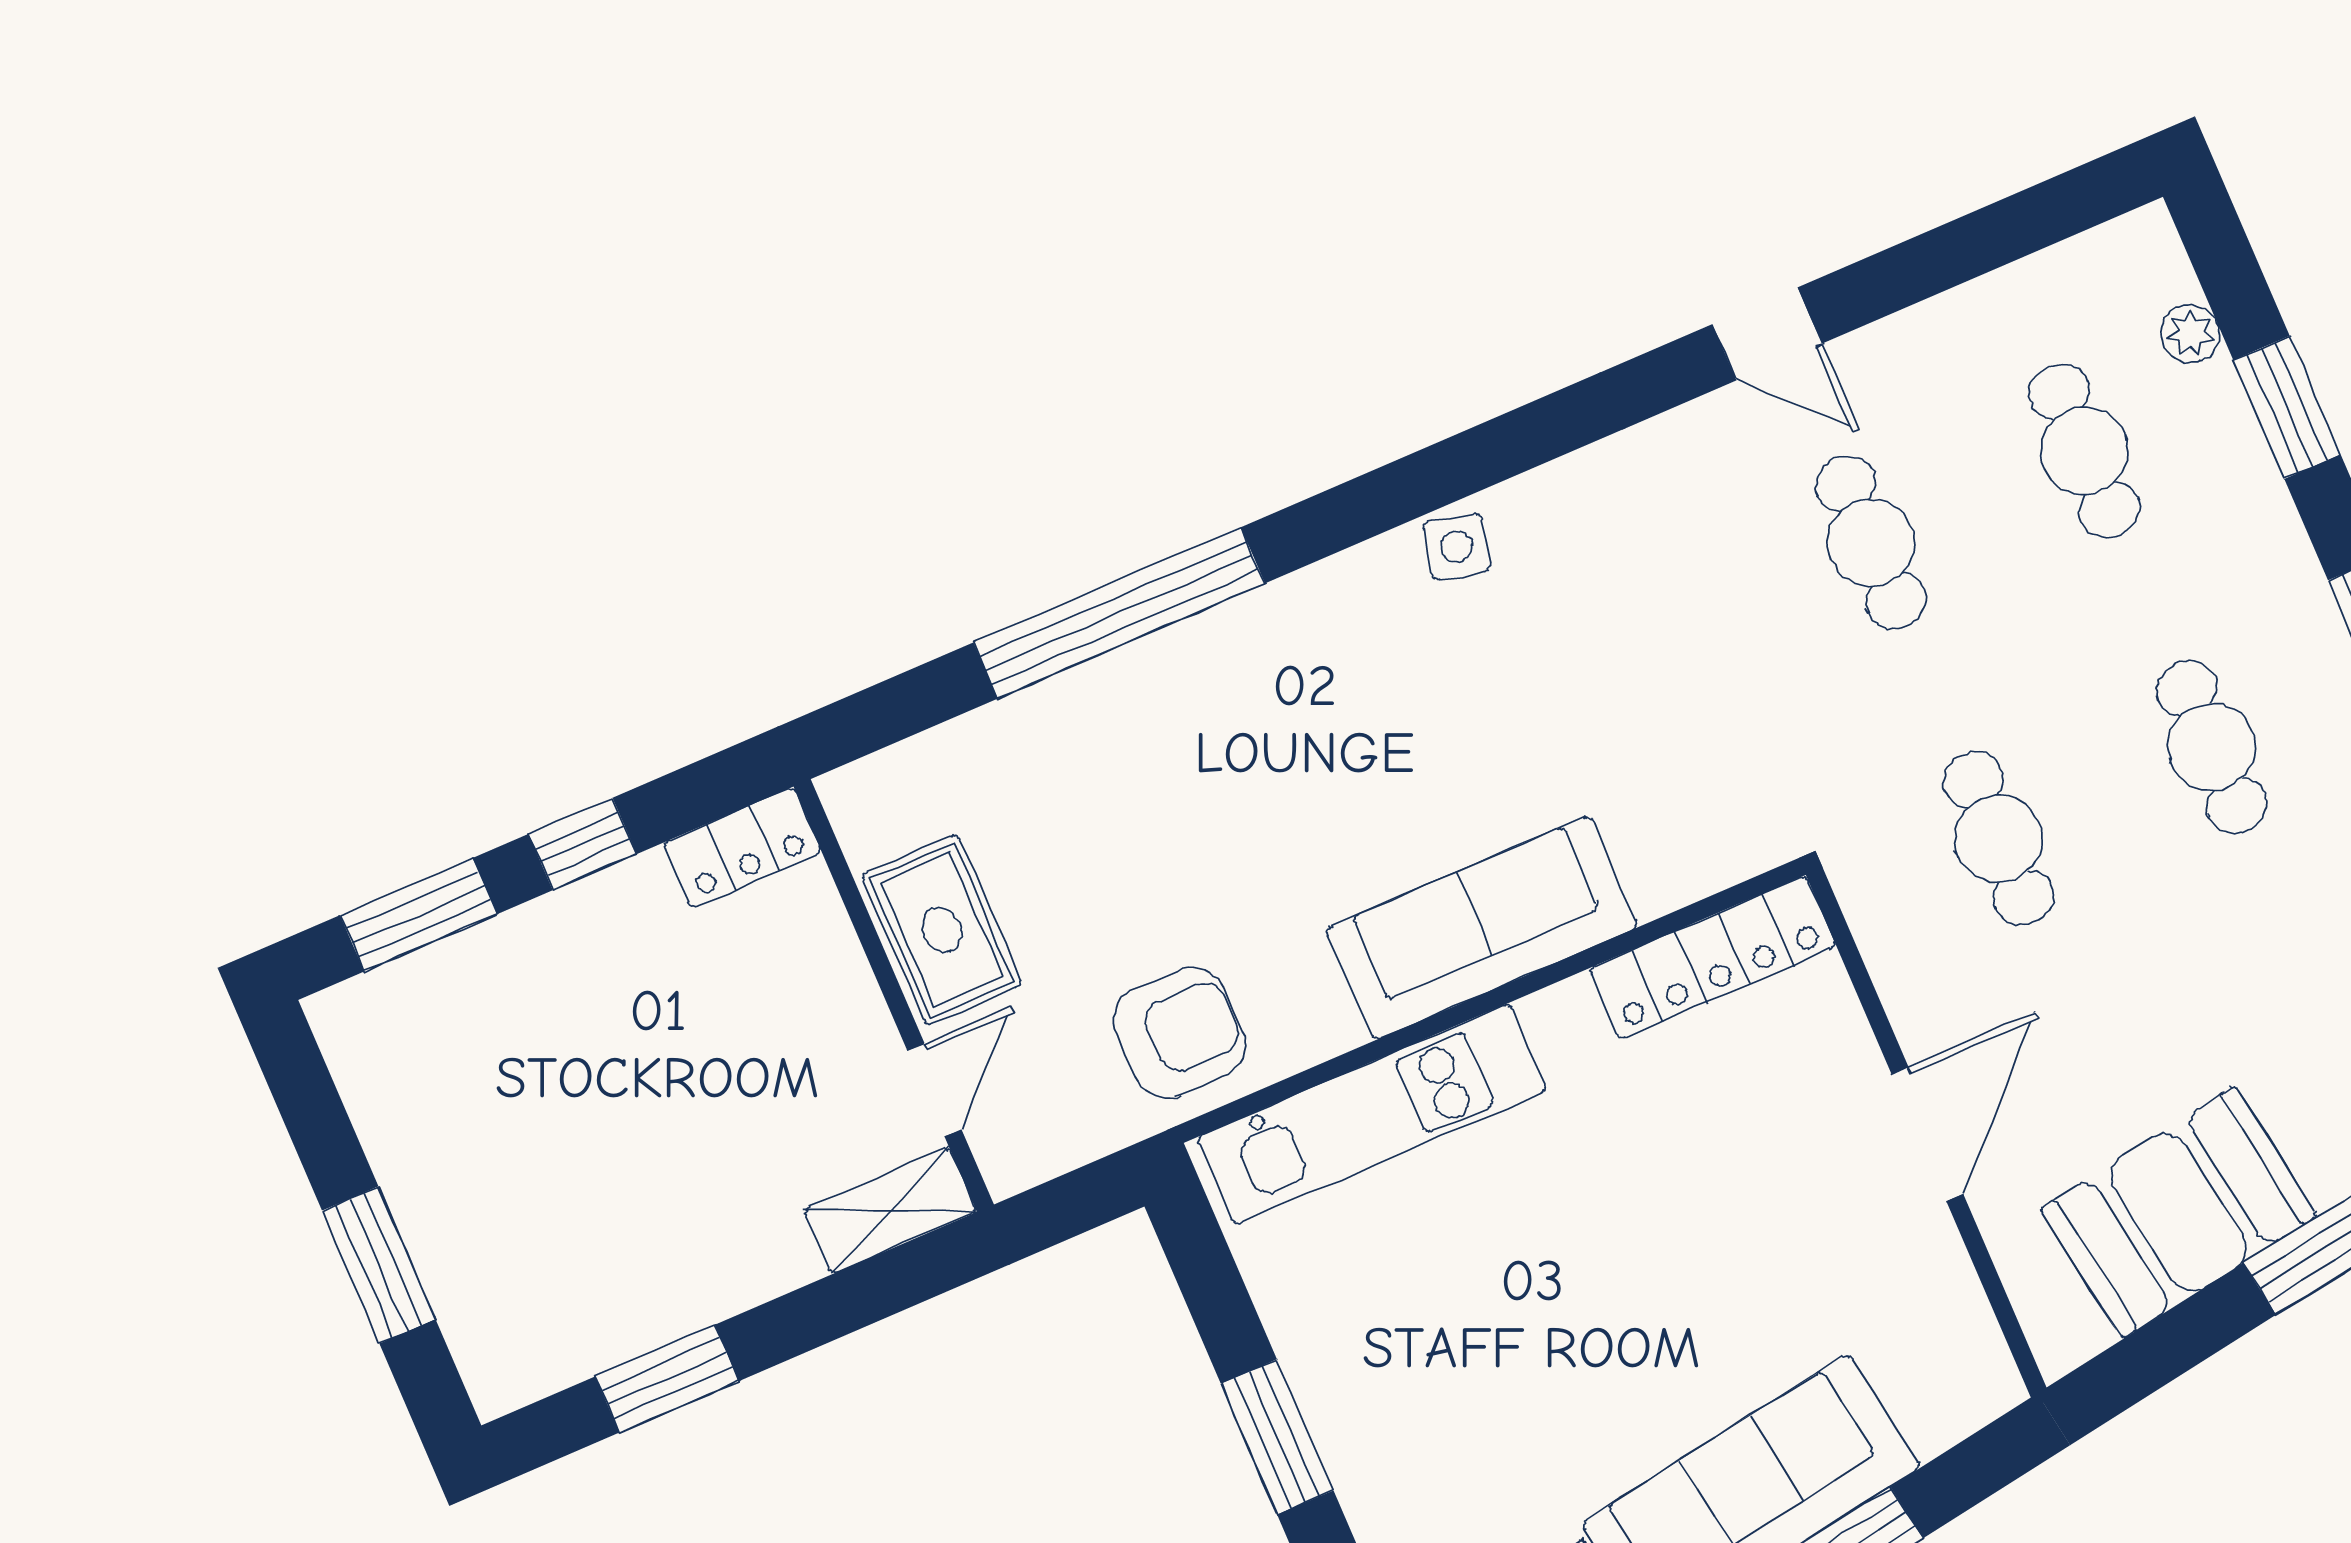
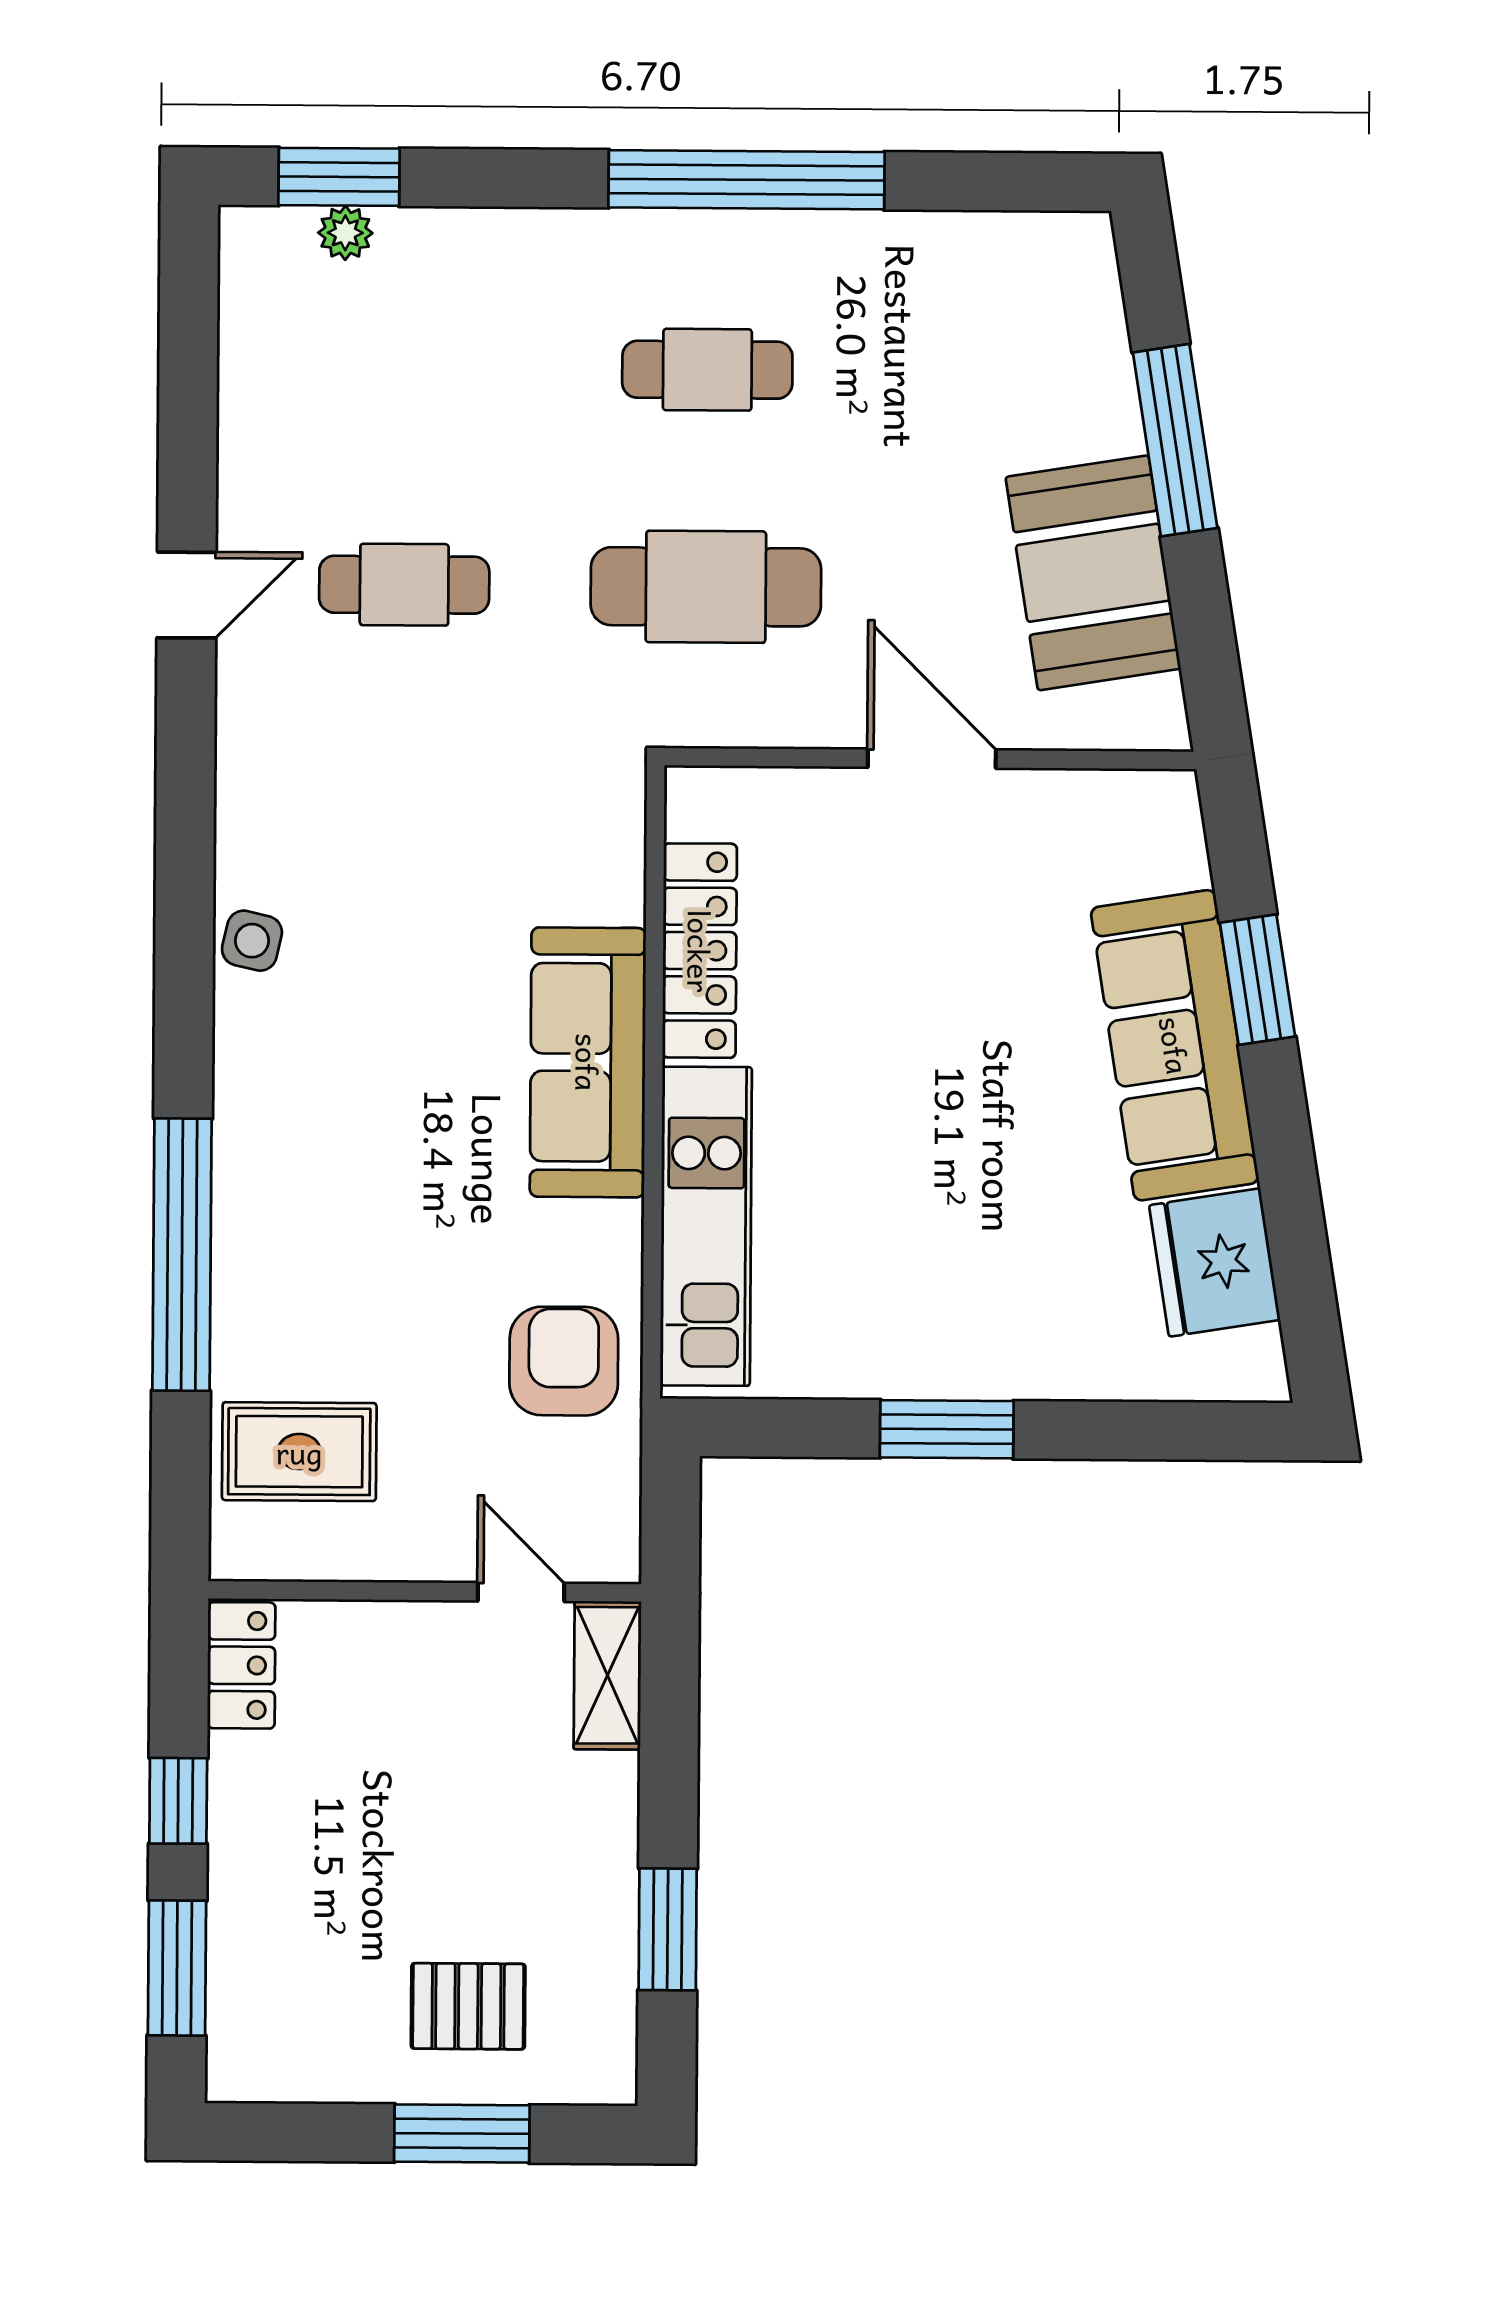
window: (2287, 407) -> (339, 177), moved
cafe table: (2084, 451) -> (406, 368), removed
cafe table: (1998, 839) -> (706, 587), width x1.37, depth x1.35
rug: (942, 930) -> (299, 1452), moved
locker: (1713, 958) -> (700, 951), moved
pallet: (506, 1216) -> (468, 2006), added

